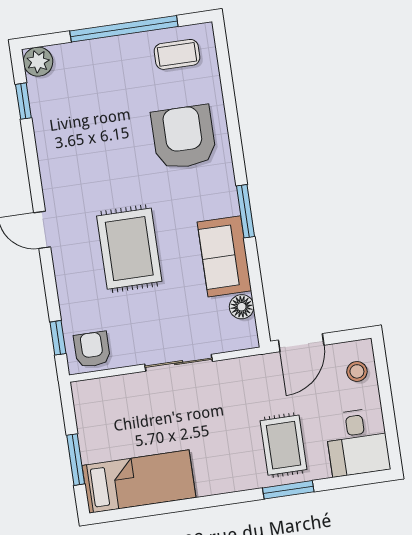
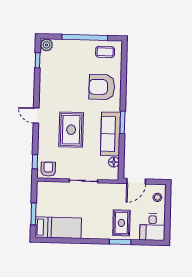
armchair: (184, 137) -> (102, 87), turned -90
sofa: (224, 256) -> (110, 134), width x1.36

